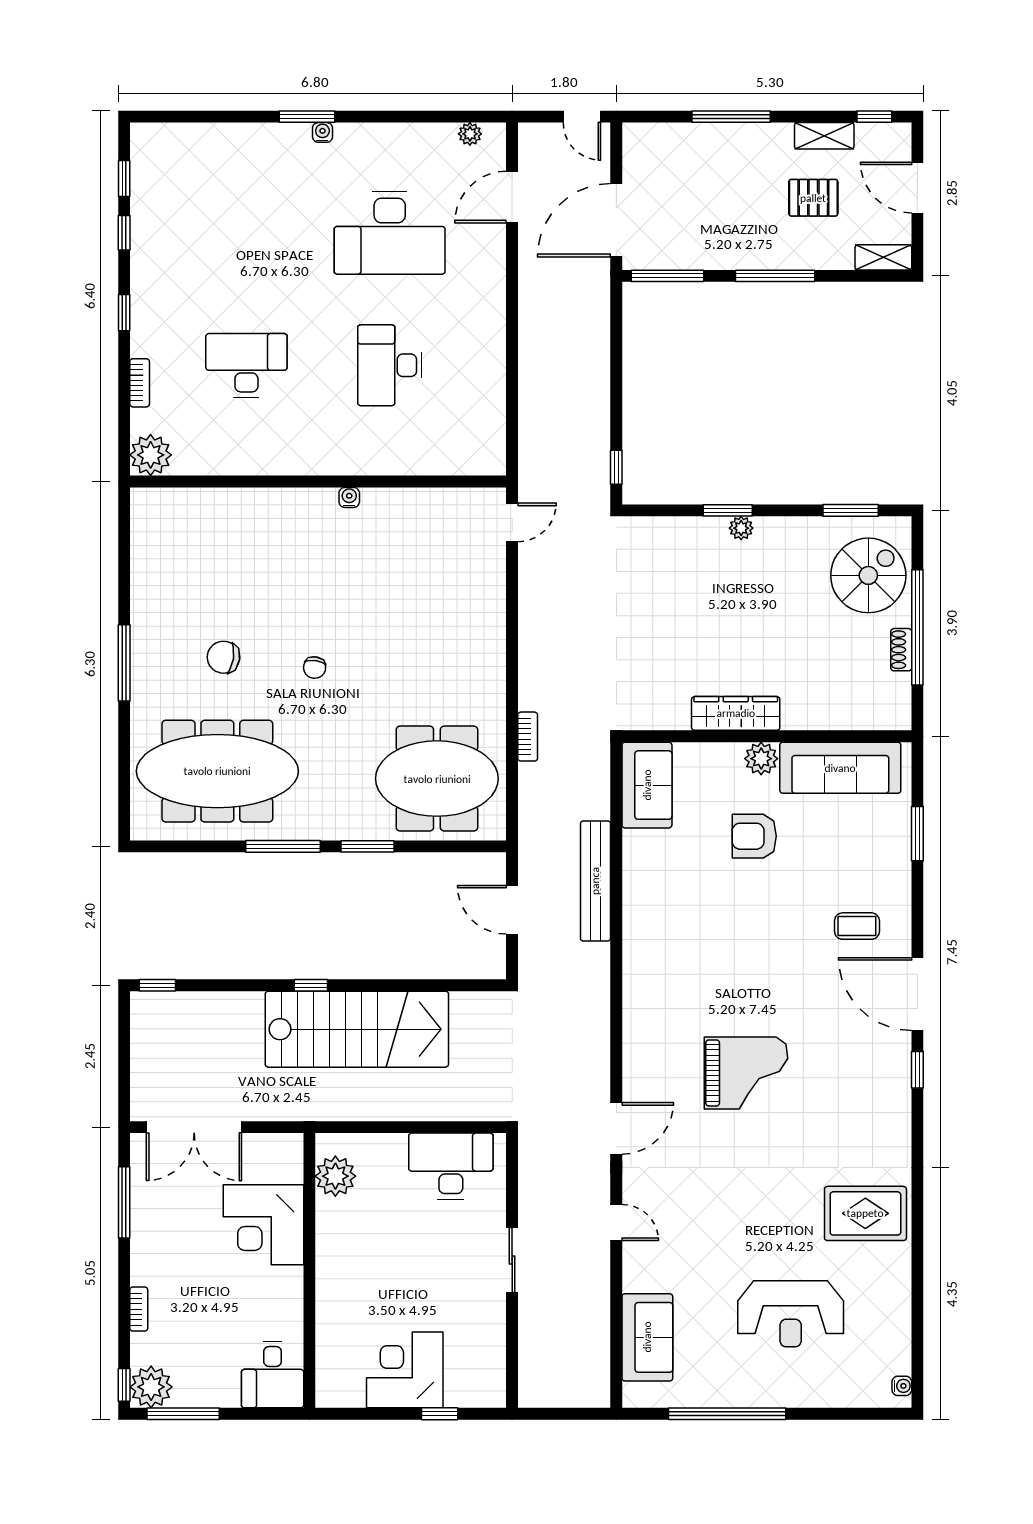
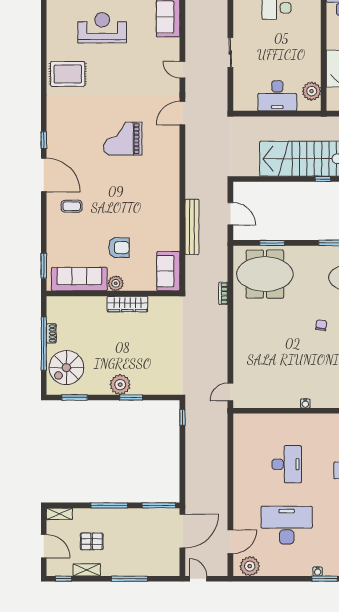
plant: (470, 134) -> (250, 566), width x1.88, depth x1.88
plant: (741, 528) -> (120, 385), width x1.87, depth x1.87
window: (917, 834) -> (44, 266), moved
window: (368, 846) -> (272, 243), moved
desk: (451, 1166) -> (277, 96), moved

